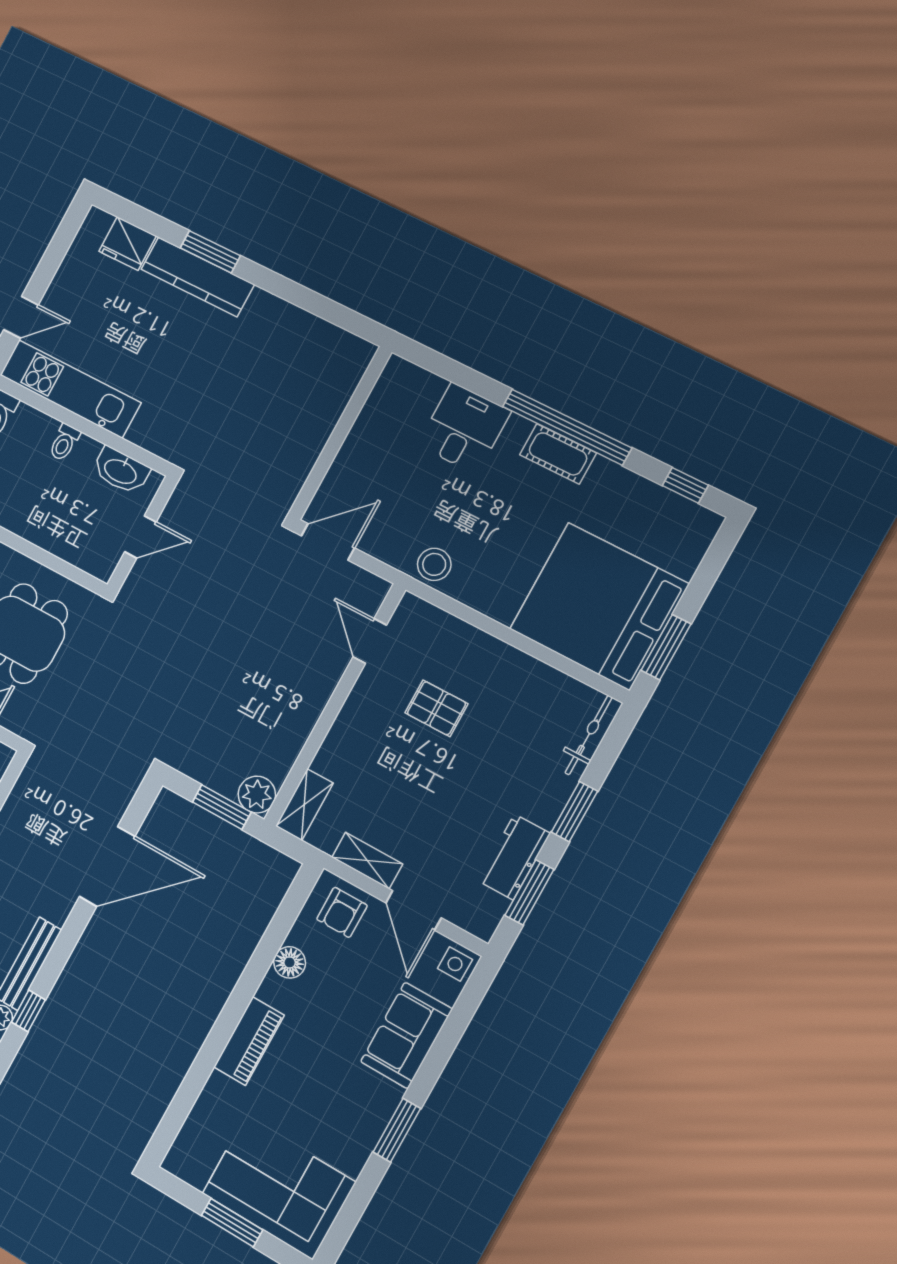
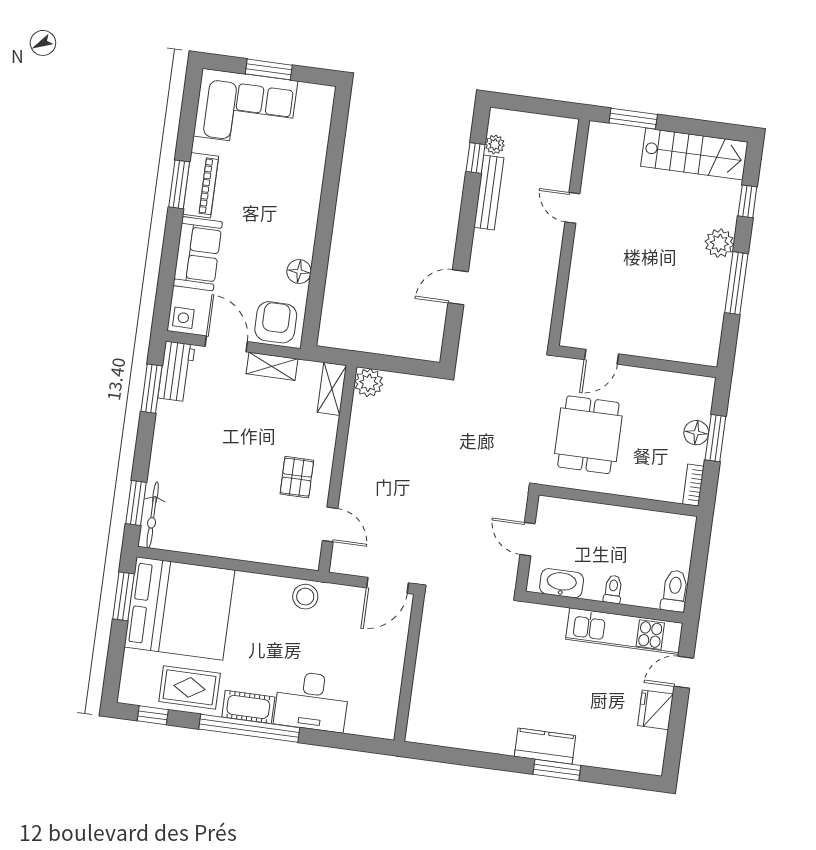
fridge: (128, 244) -> (655, 710), moved, turned -90
kitchen counter: (198, 277) -> (545, 746), width x0.67
desk: (464, 428) -> (312, 701), width x1.37
rug: (624, 504) -> (190, 687), added
door: (140, 537) -> (528, 539), hinge flipped
pallet: (436, 708) -> (297, 477), moved, turned 90
window: (222, 807) -> (391, 364), removed
window: (574, 812) -> (136, 503), moved
workbench: (514, 857) -> (176, 371), moved
door: (107, 866) -> (458, 287), width x0.53
armchair: (342, 912) -> (276, 322), width x1.38, depth x1.38
piano: (249, 1041) -> (201, 185), moved, turned 180

